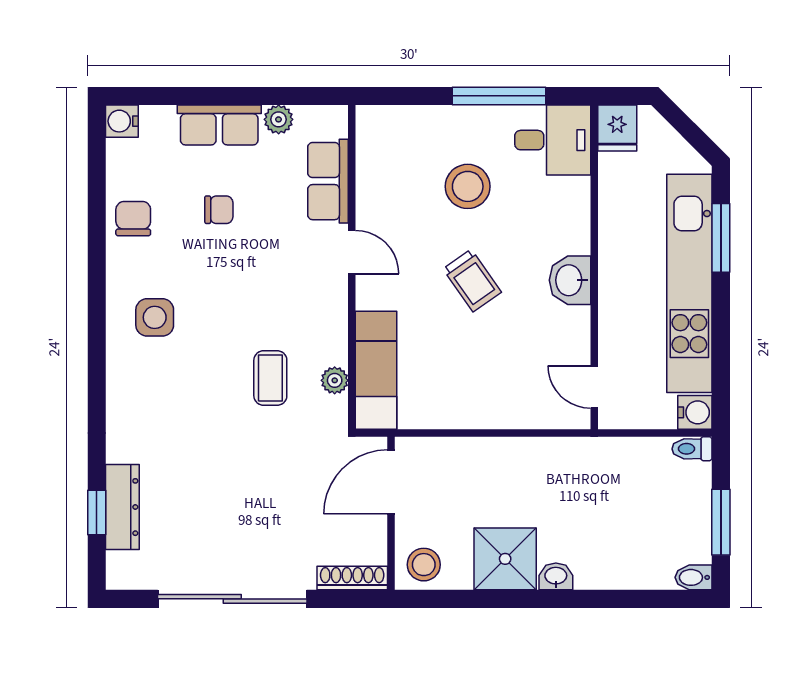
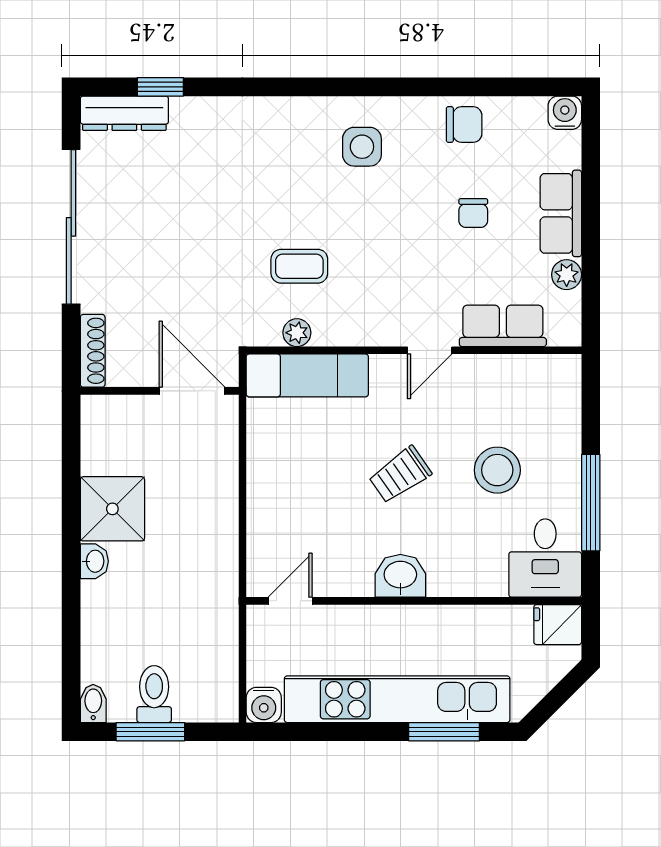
toilet: (692, 449) -> (154, 694), moved, width x1.37, depth x1.39
dresser: (122, 507) -> (124, 113), moved
stool: (424, 565) -> (107, 425), removed

